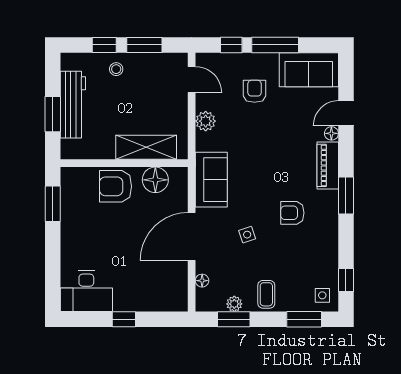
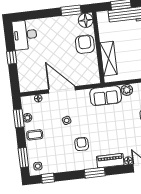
floor lamp: (155, 180) -> (86, 20), moved
sofa: (211, 180) -> (106, 96), moved

